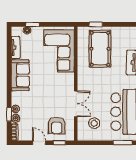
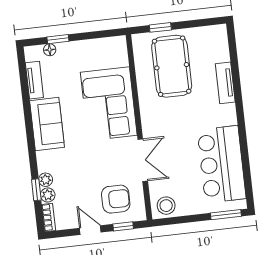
corner sofa: (59, 51) -> (109, 104), moved
stool: (94, 123) -> (166, 206), moved
armchair: (57, 126) -> (116, 199), turned -90

